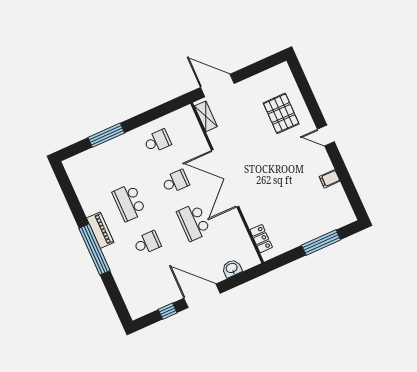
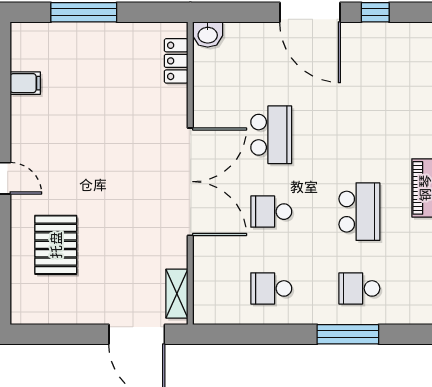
filing cabinet: (330, 179) -> (25, 83), moved
school desk: (147, 243) -> (359, 288), moved
washbasin: (232, 268) -> (208, 34), moved

